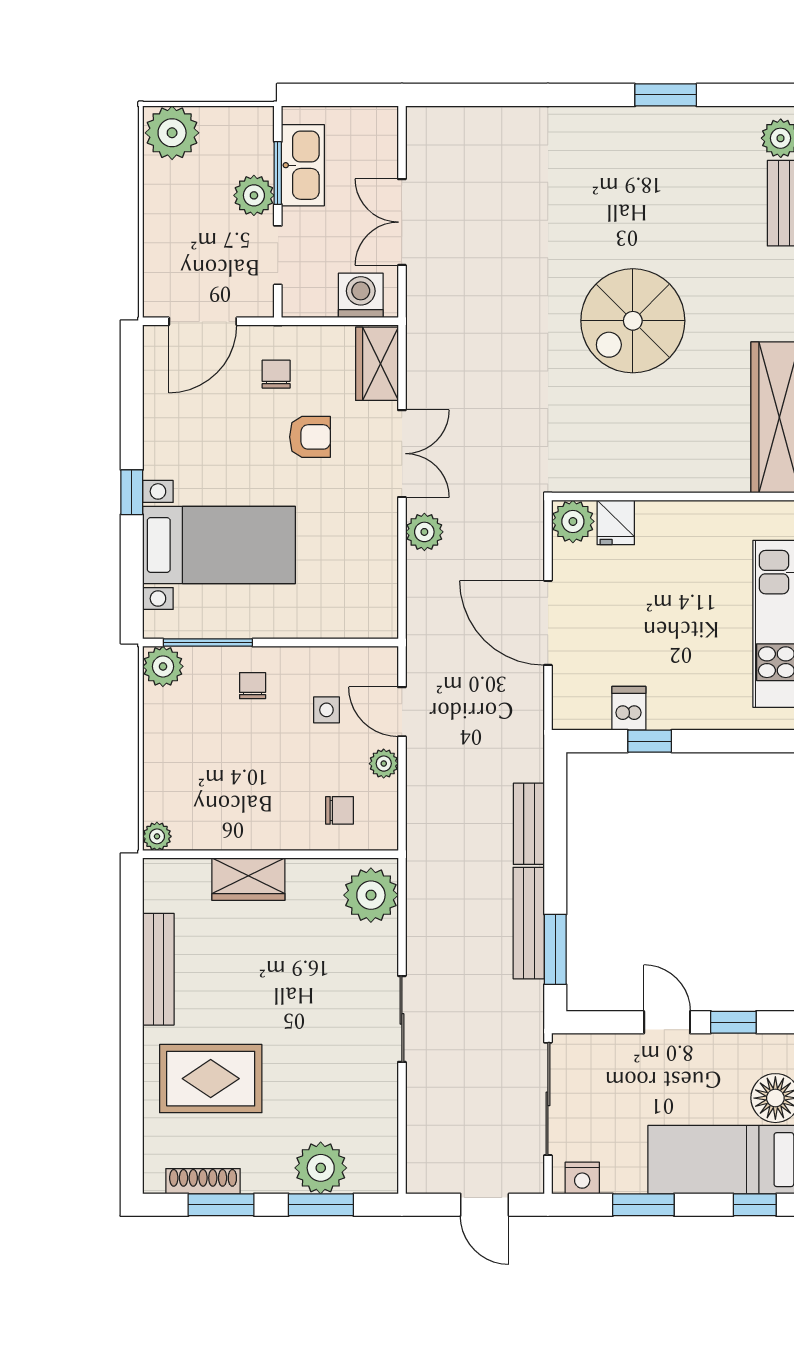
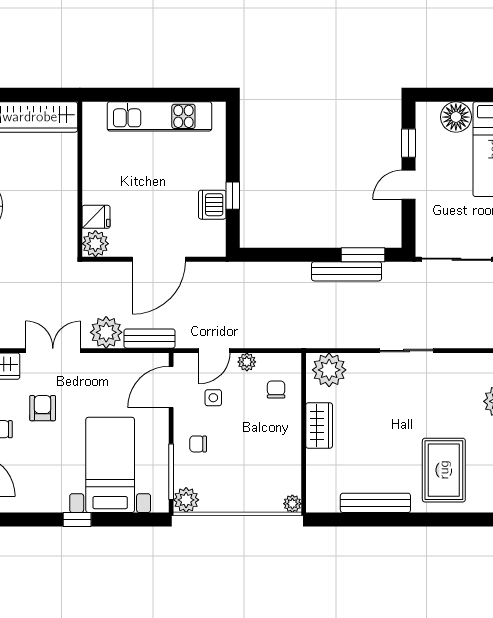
plant: (424, 532) -> (106, 332), width x1.36, depth x1.36
door: (344, 643) -> (171, 387), added
dishwasher: (629, 708) -> (212, 205), width x1.38
bench: (529, 824) -> (149, 339), moved
wardrobe: (248, 879) -> (319, 425), moved

